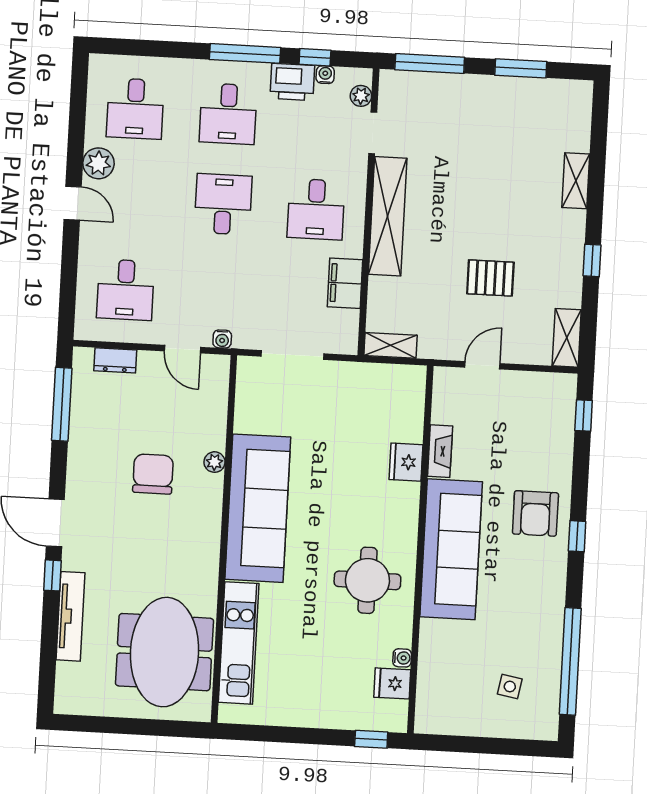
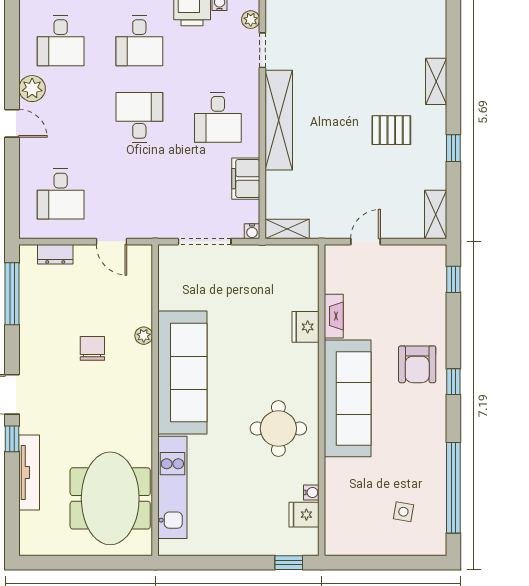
pallet: (490, 278) -> (391, 130), moved
water cooler: (222, 339) -> (252, 231), moved
chair: (153, 474) -> (92, 348), width x0.73, depth x0.73

